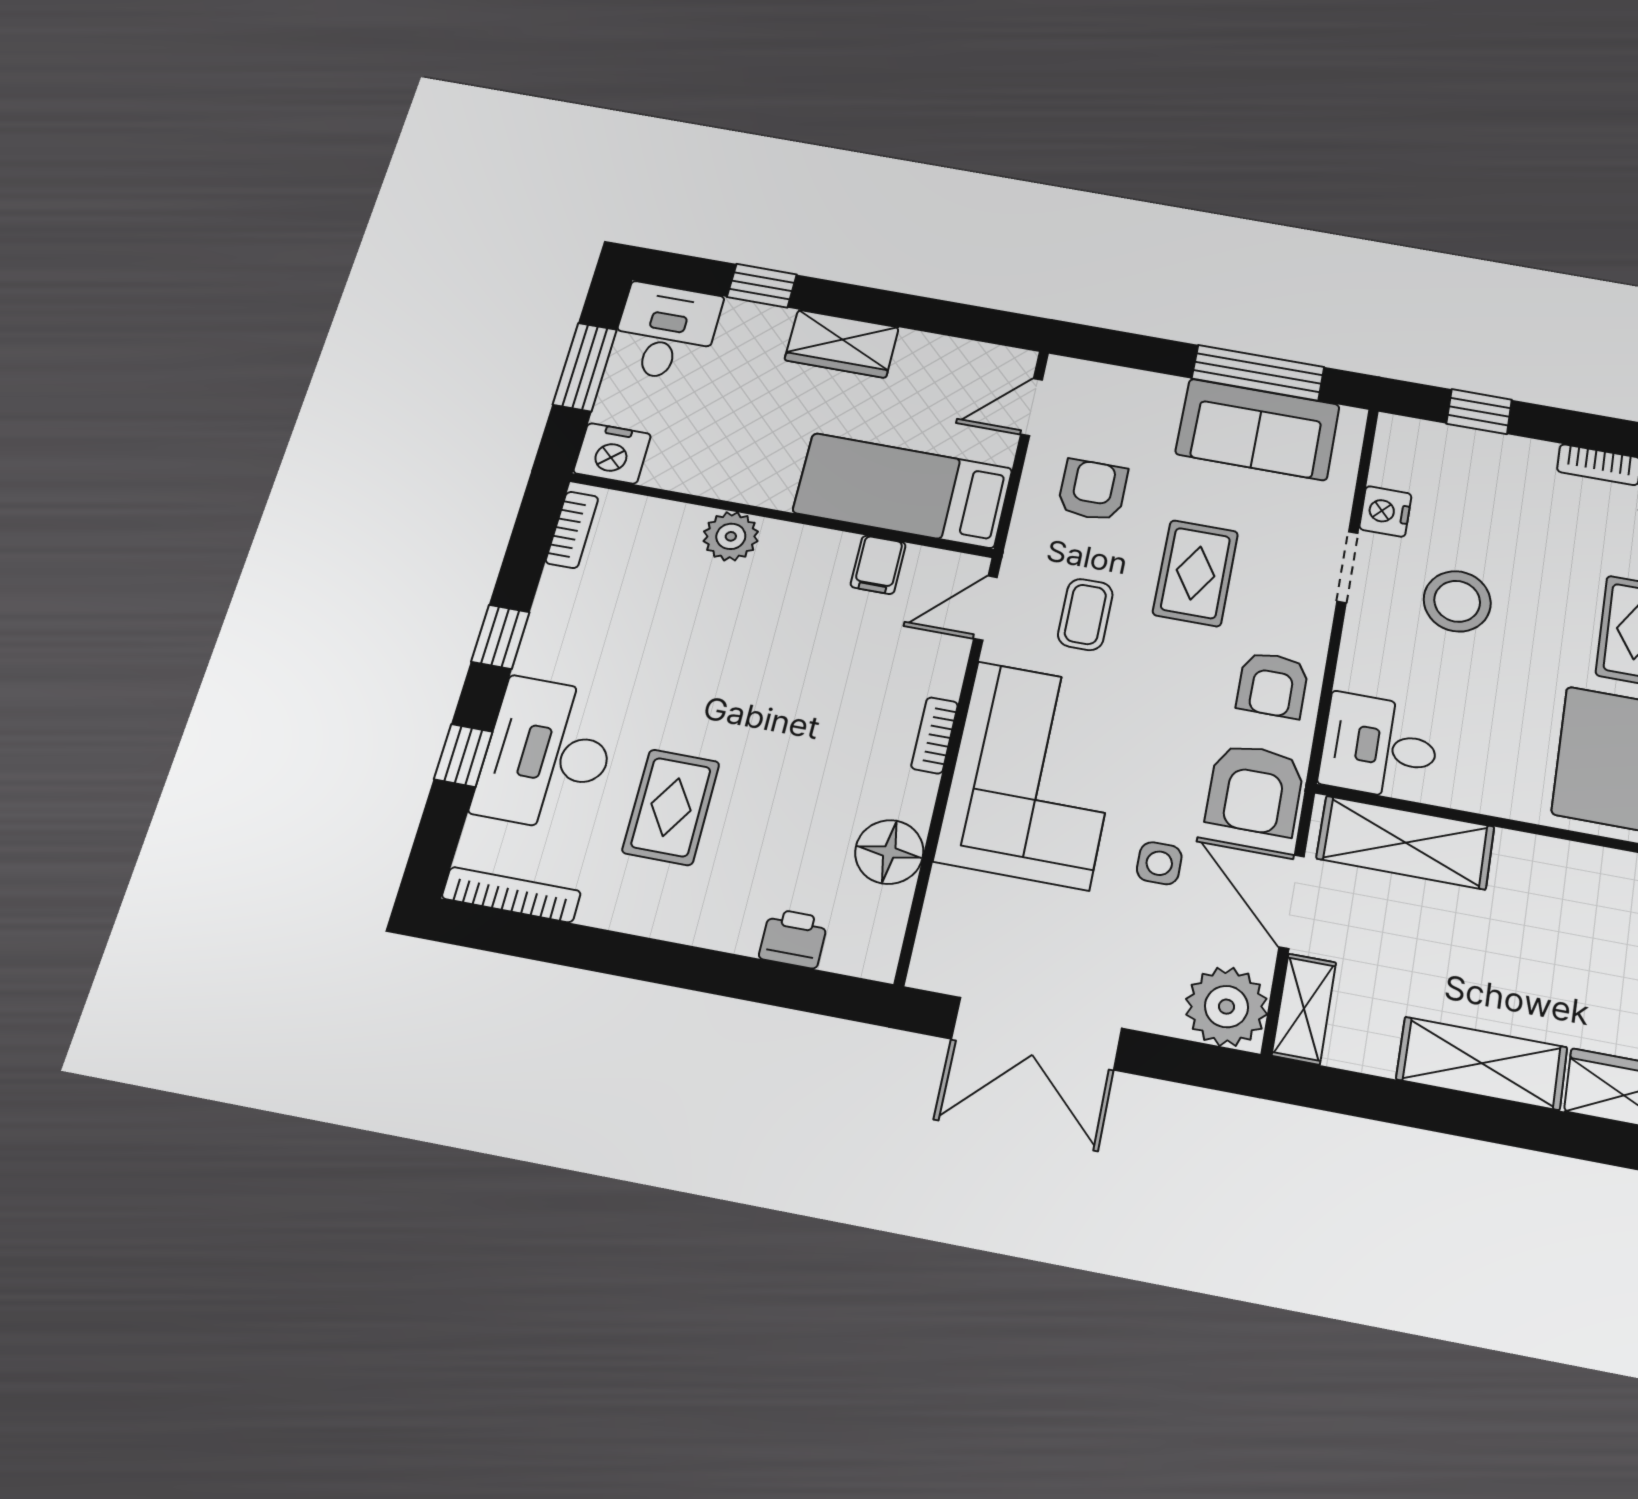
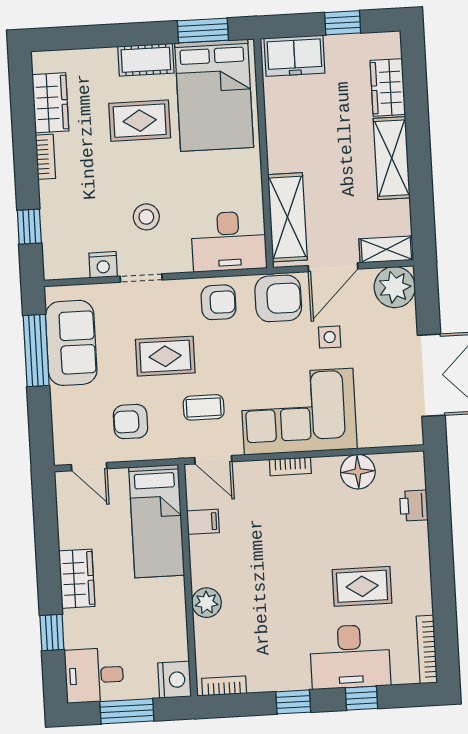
stool: (1457, 601) -> (146, 217), width x0.73, depth x0.73
desk: (1380, 747) -> (229, 241), width x1.37

